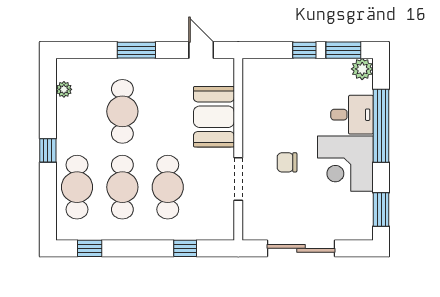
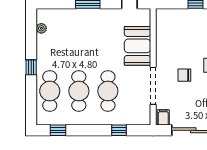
cafe table: (122, 111) -> (79, 42), removed
doorway: (238, 179) -> (153, 86), width x1.36
filing cabinet: (254, 228) -> (163, 117), added

